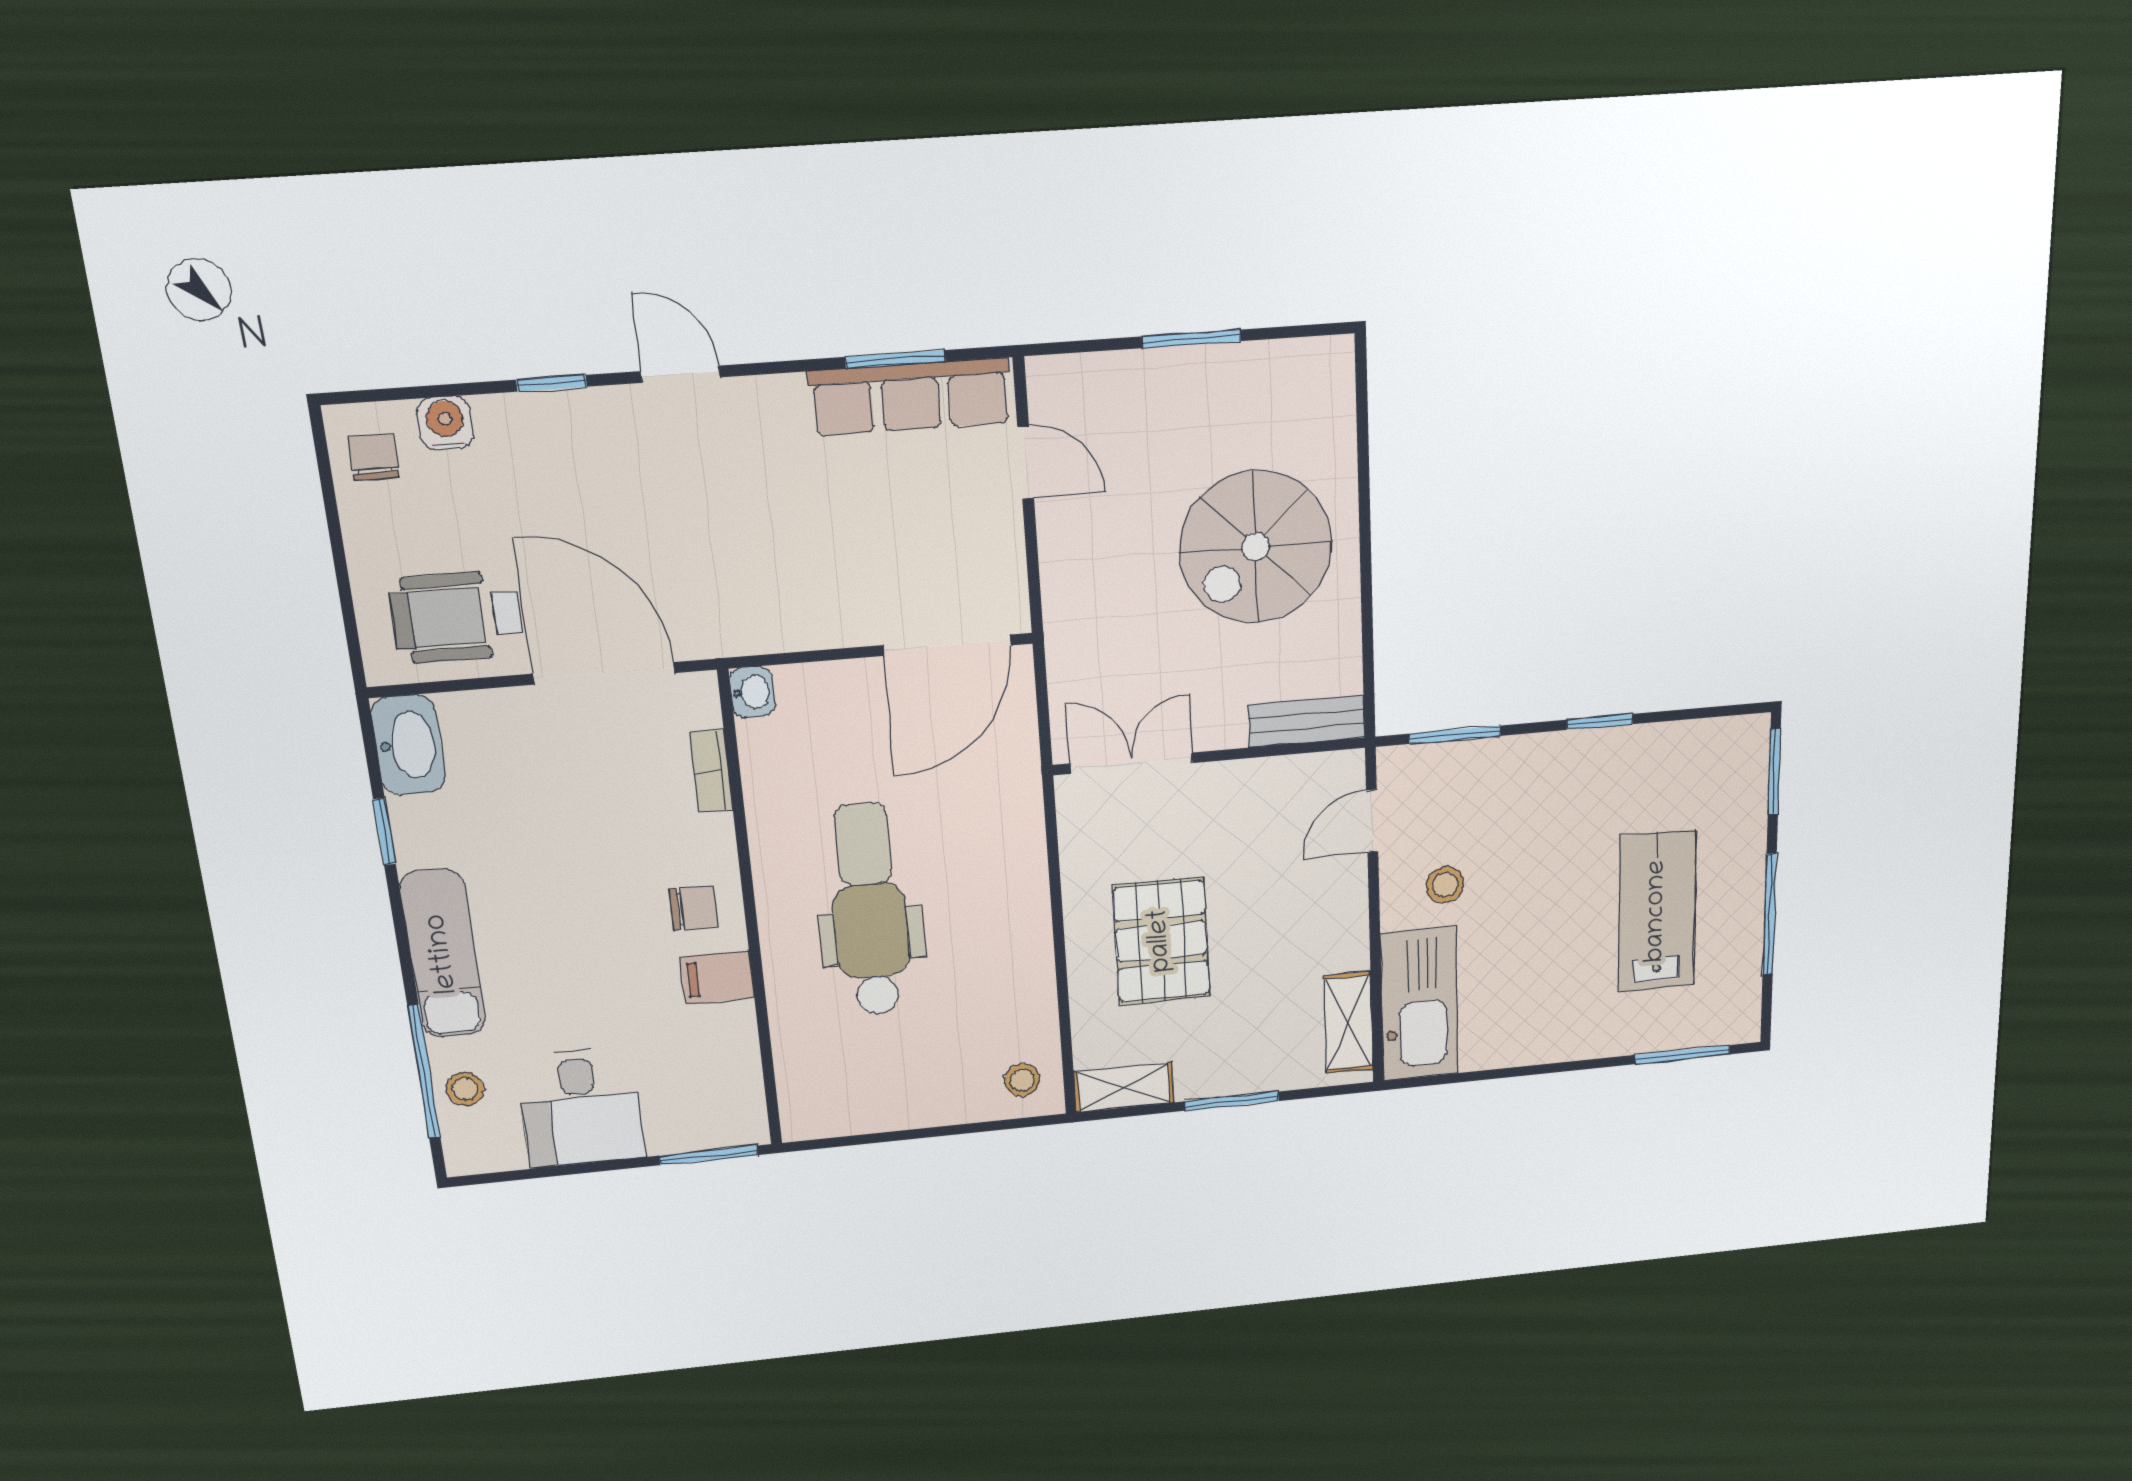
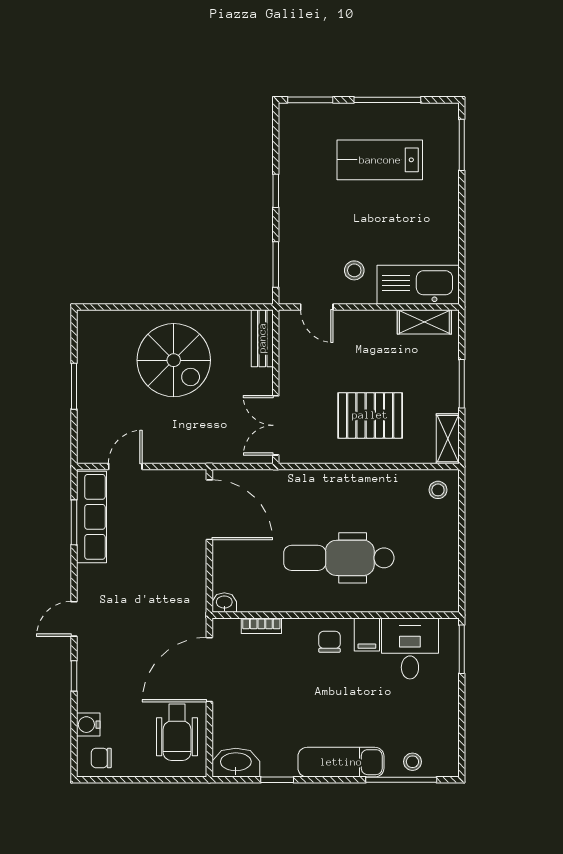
desk: (580, 1107) -> (410, 648), moved, turned -90

